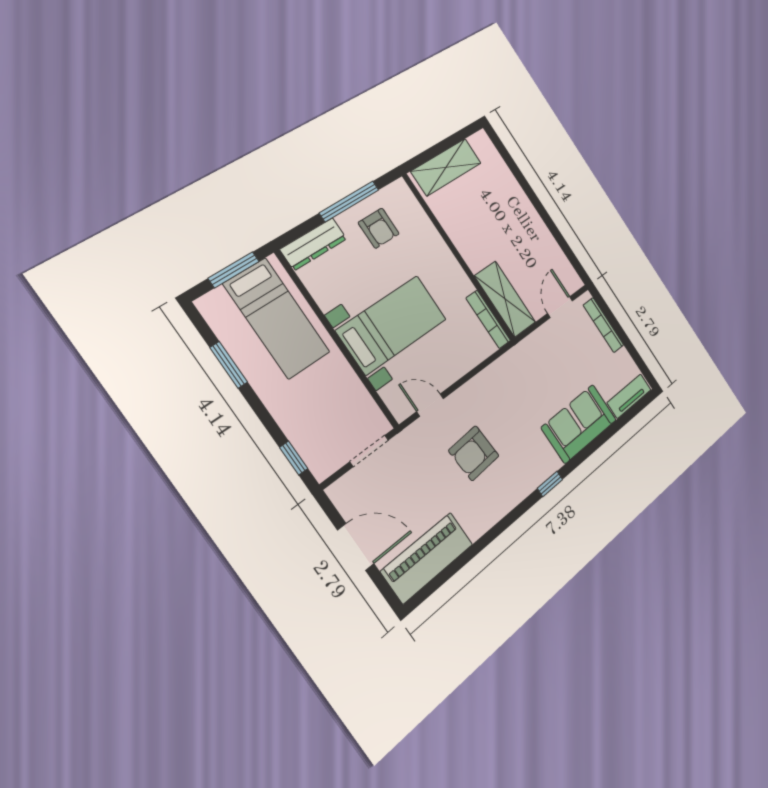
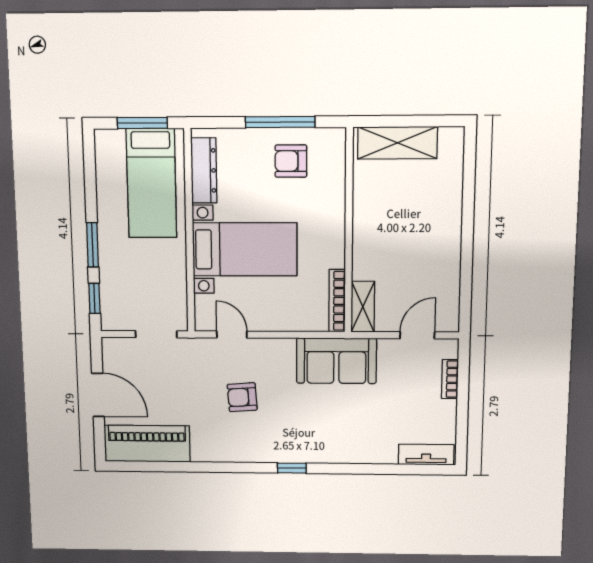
armchair: (379, 228) -> (291, 161), turned 90
dresser: (314, 244) -> (204, 171), moved, turned -90
shelving: (505, 299) -> (363, 307), width x0.67, depth x0.75
bookcase: (603, 325) -> (450, 379), width x0.64
window: (229, 365) -> (92, 245), moved
sofa: (579, 424) -> (336, 361), moved, turned 180
armchair: (474, 453) -> (242, 397), width x0.72, depth x0.72

